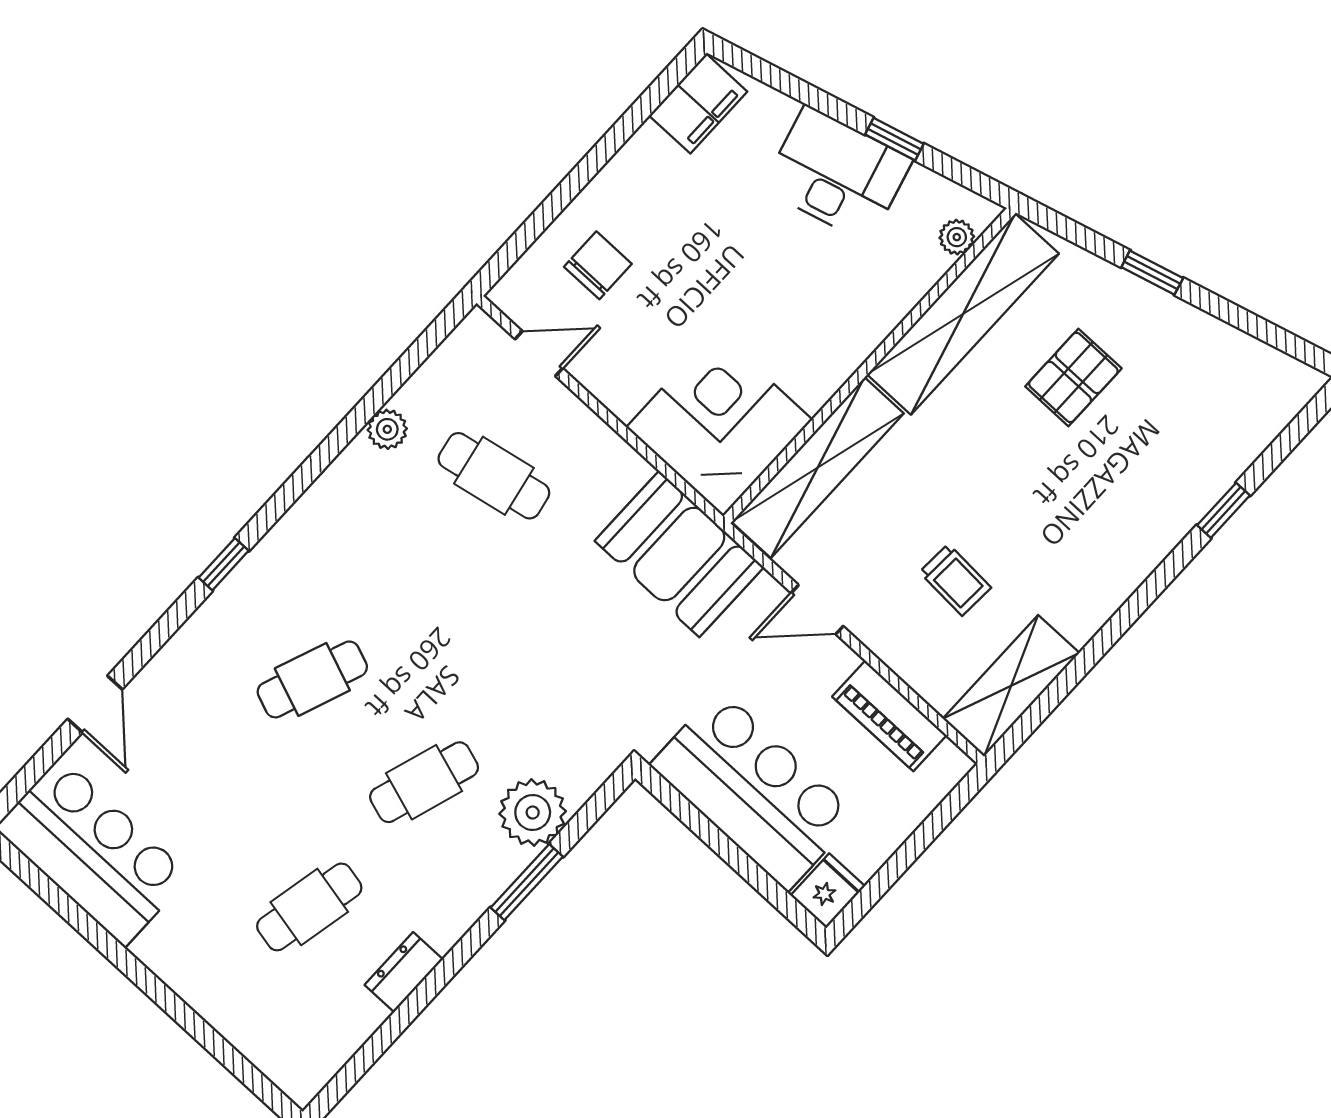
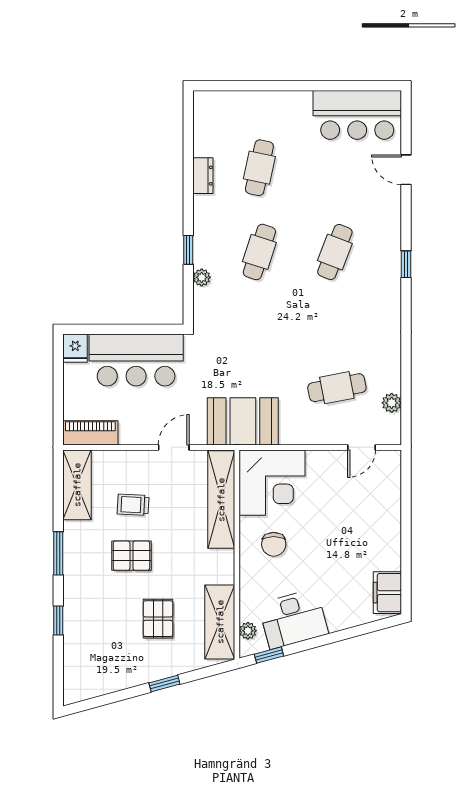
window: (894, 139) -> (269, 655), moved
desk: (837, 174) -> (293, 619), moved
chair: (598, 265) -> (274, 544), moved
shelving: (963, 314) -> (220, 622), width x0.68
plant: (387, 429) -> (392, 403), moved
pallet: (1027, 507) -> (131, 556), added
window: (1132, 610) -> (58, 553), added
piano: (889, 716) -> (90, 433), moved
plant: (533, 812) -> (202, 277), width x0.53, depth x0.53
window: (527, 882) -> (188, 250), width x0.67

